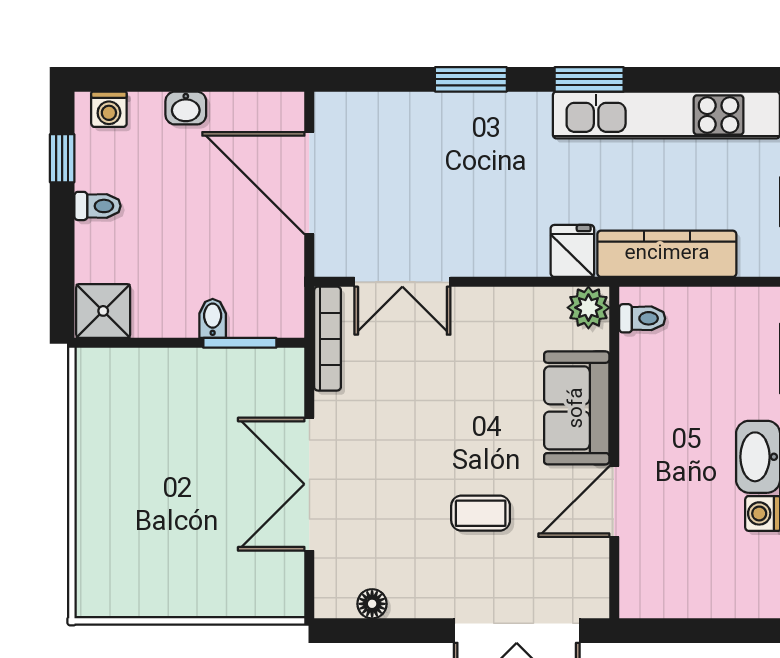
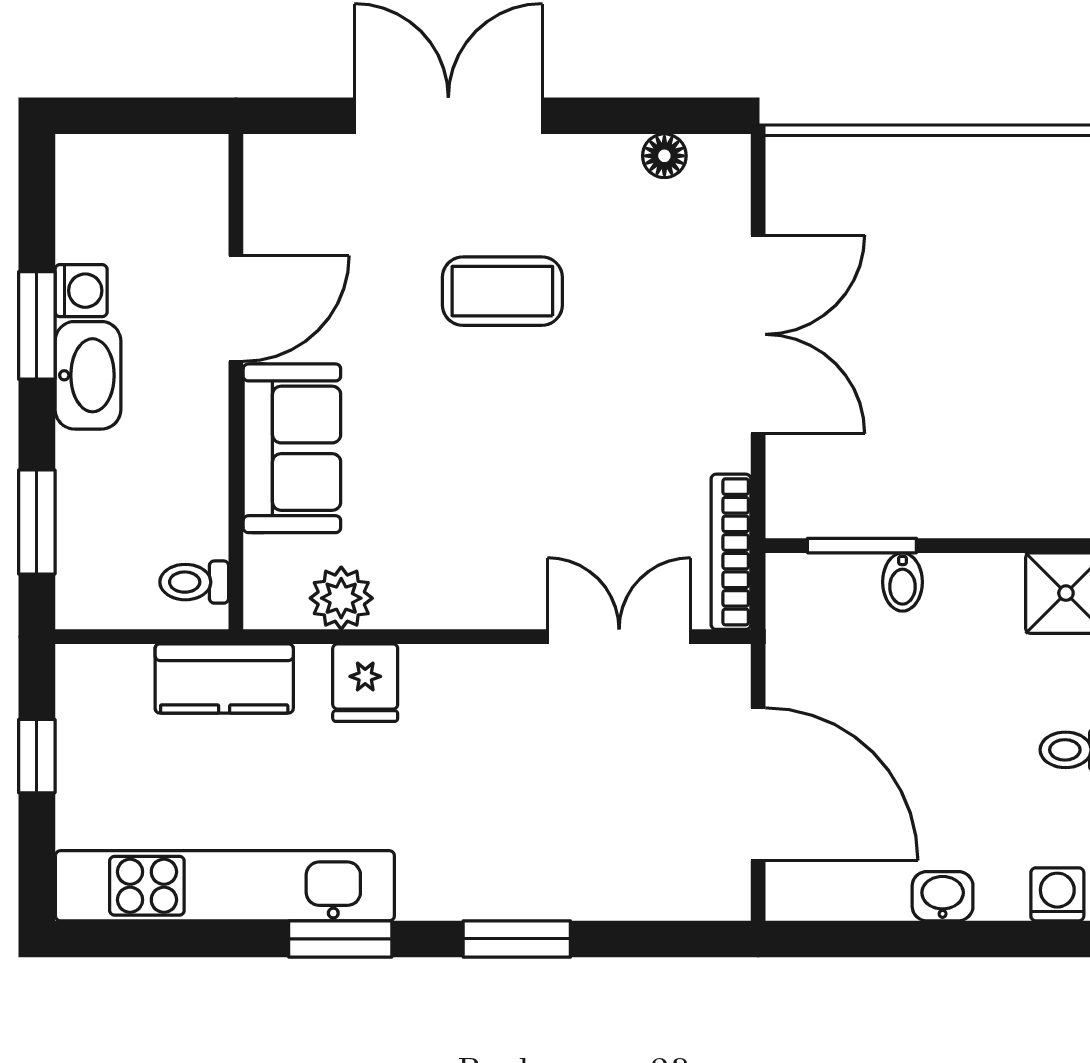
kitchen counter: (667, 254) -> (224, 678), width x0.67
toilet: (642, 318) -> (194, 582), moved
sofa: (577, 408) -> (292, 448), moved
wall: (614, 453) -> (236, 382), moved
door: (614, 501) -> (236, 309), moved
coffee table: (481, 513) -> (502, 291), width x1.36, depth x1.30

